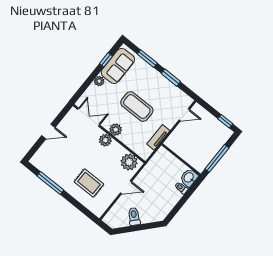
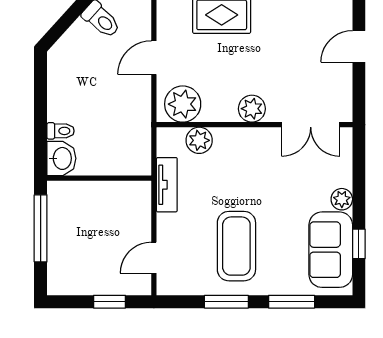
coffee table: (137, 107) -> (236, 246), moved, turned 90
window: (225, 121) -> (109, 302), moved
plant: (116, 130) -> (199, 140), moved

